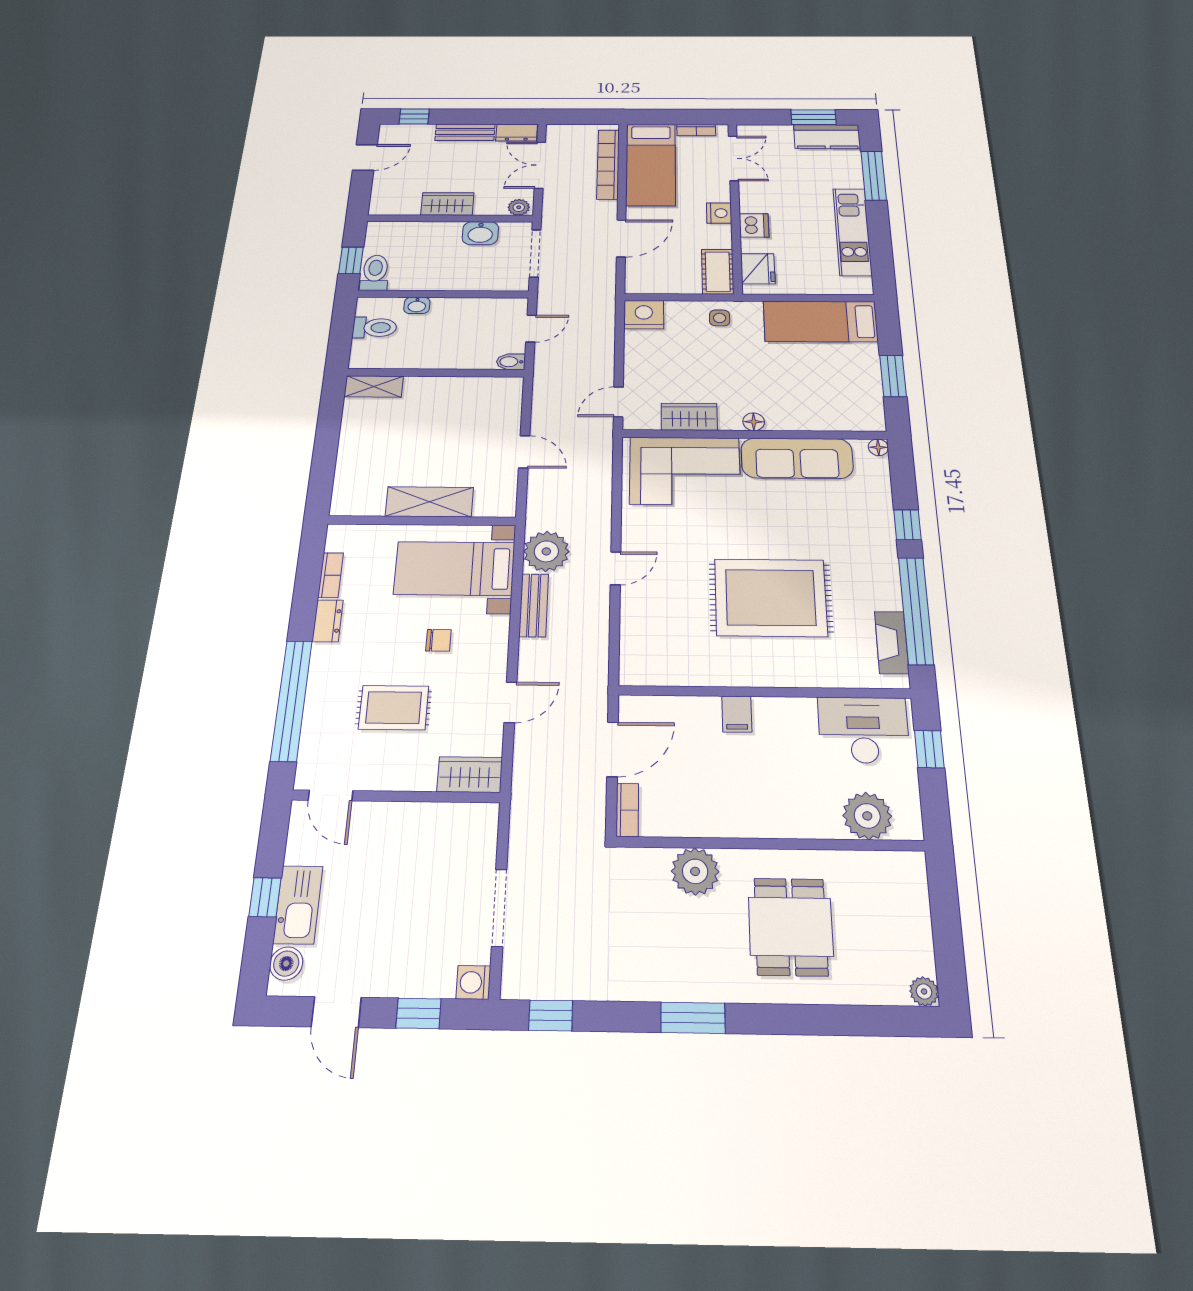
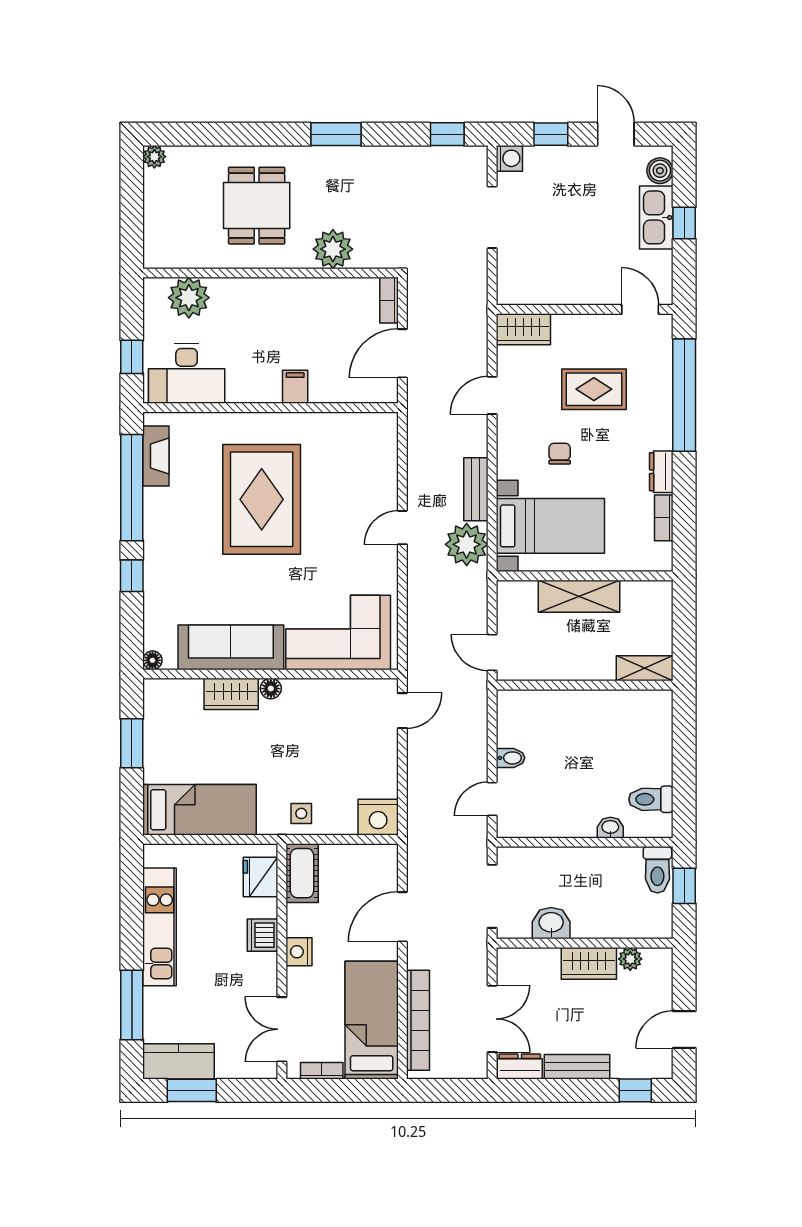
plant: (519, 207) -> (630, 959), moved
wall: (436, 373) -> (585, 685), moved
shelving: (374, 386) -> (645, 668), moved
wardrobe: (689, 417) -> (231, 694), moved
rug: (771, 597) -> (262, 499), turned 90
chair: (438, 640) -> (560, 454), turned 90

